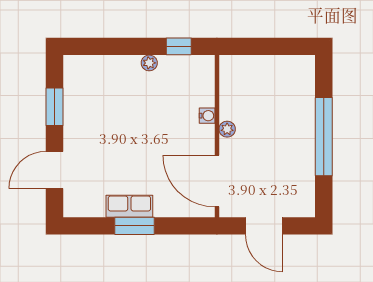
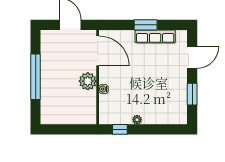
plant: (227, 129) -> (88, 81), width x1.87, depth x1.87
row of seats: (129, 206) -> (155, 36), width x1.48

